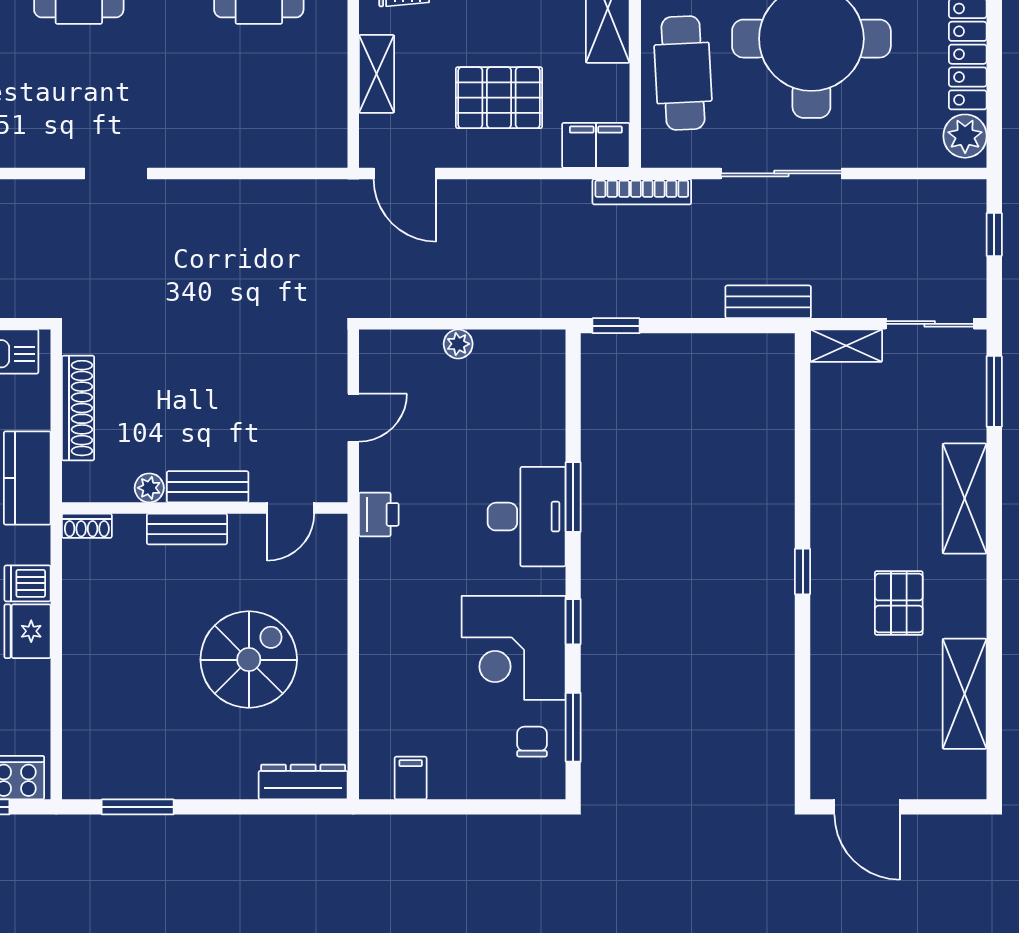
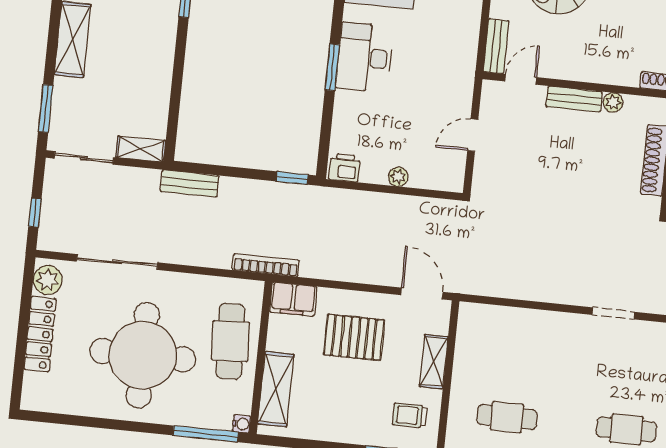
sliding door: (781, 173) -> (117, 262), moved
printer: (379, 514) -> (345, 168), moved, turned 90
bench: (187, 529) -> (496, 46), moved, turned 90

